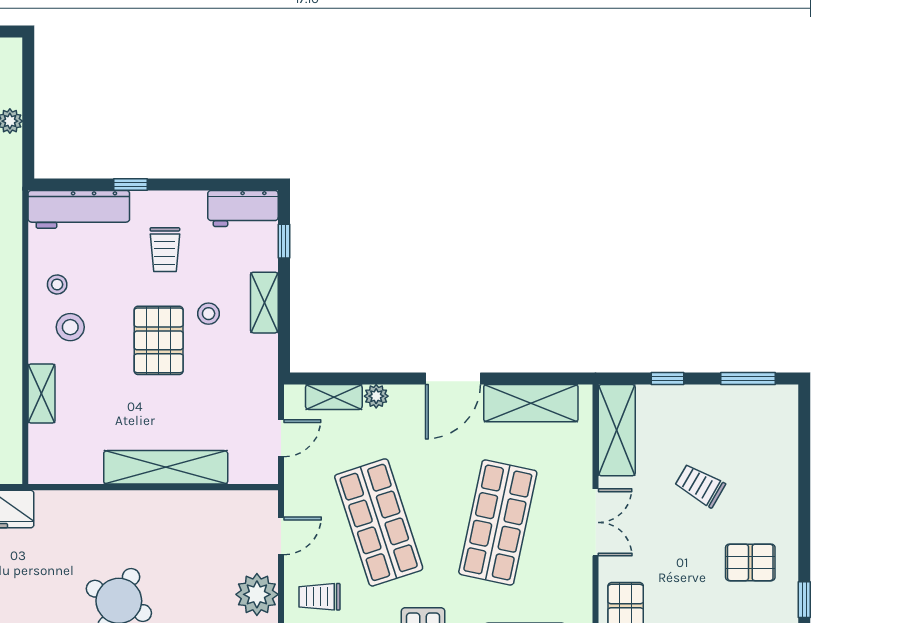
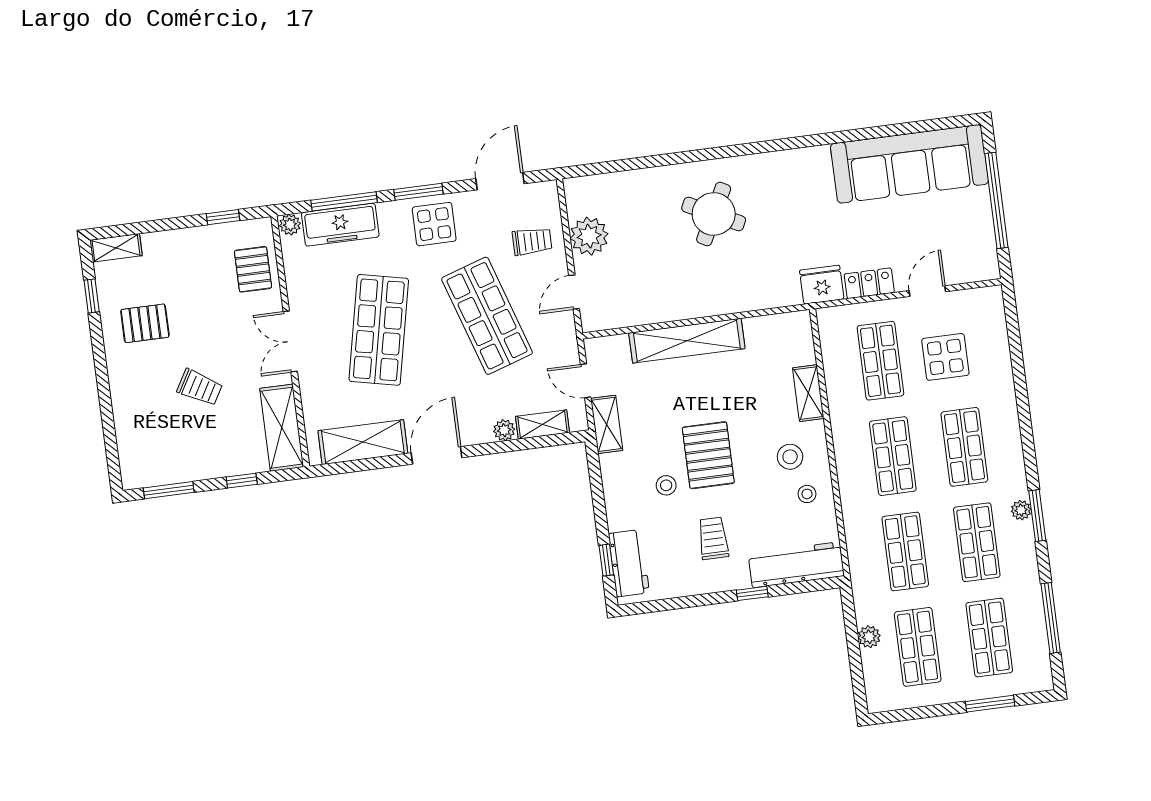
workbench: (243, 208) -> (629, 563), moved, turned 90
shelving: (264, 303) -> (607, 424), moved
door: (281, 438) -> (586, 381), hinge flipped

